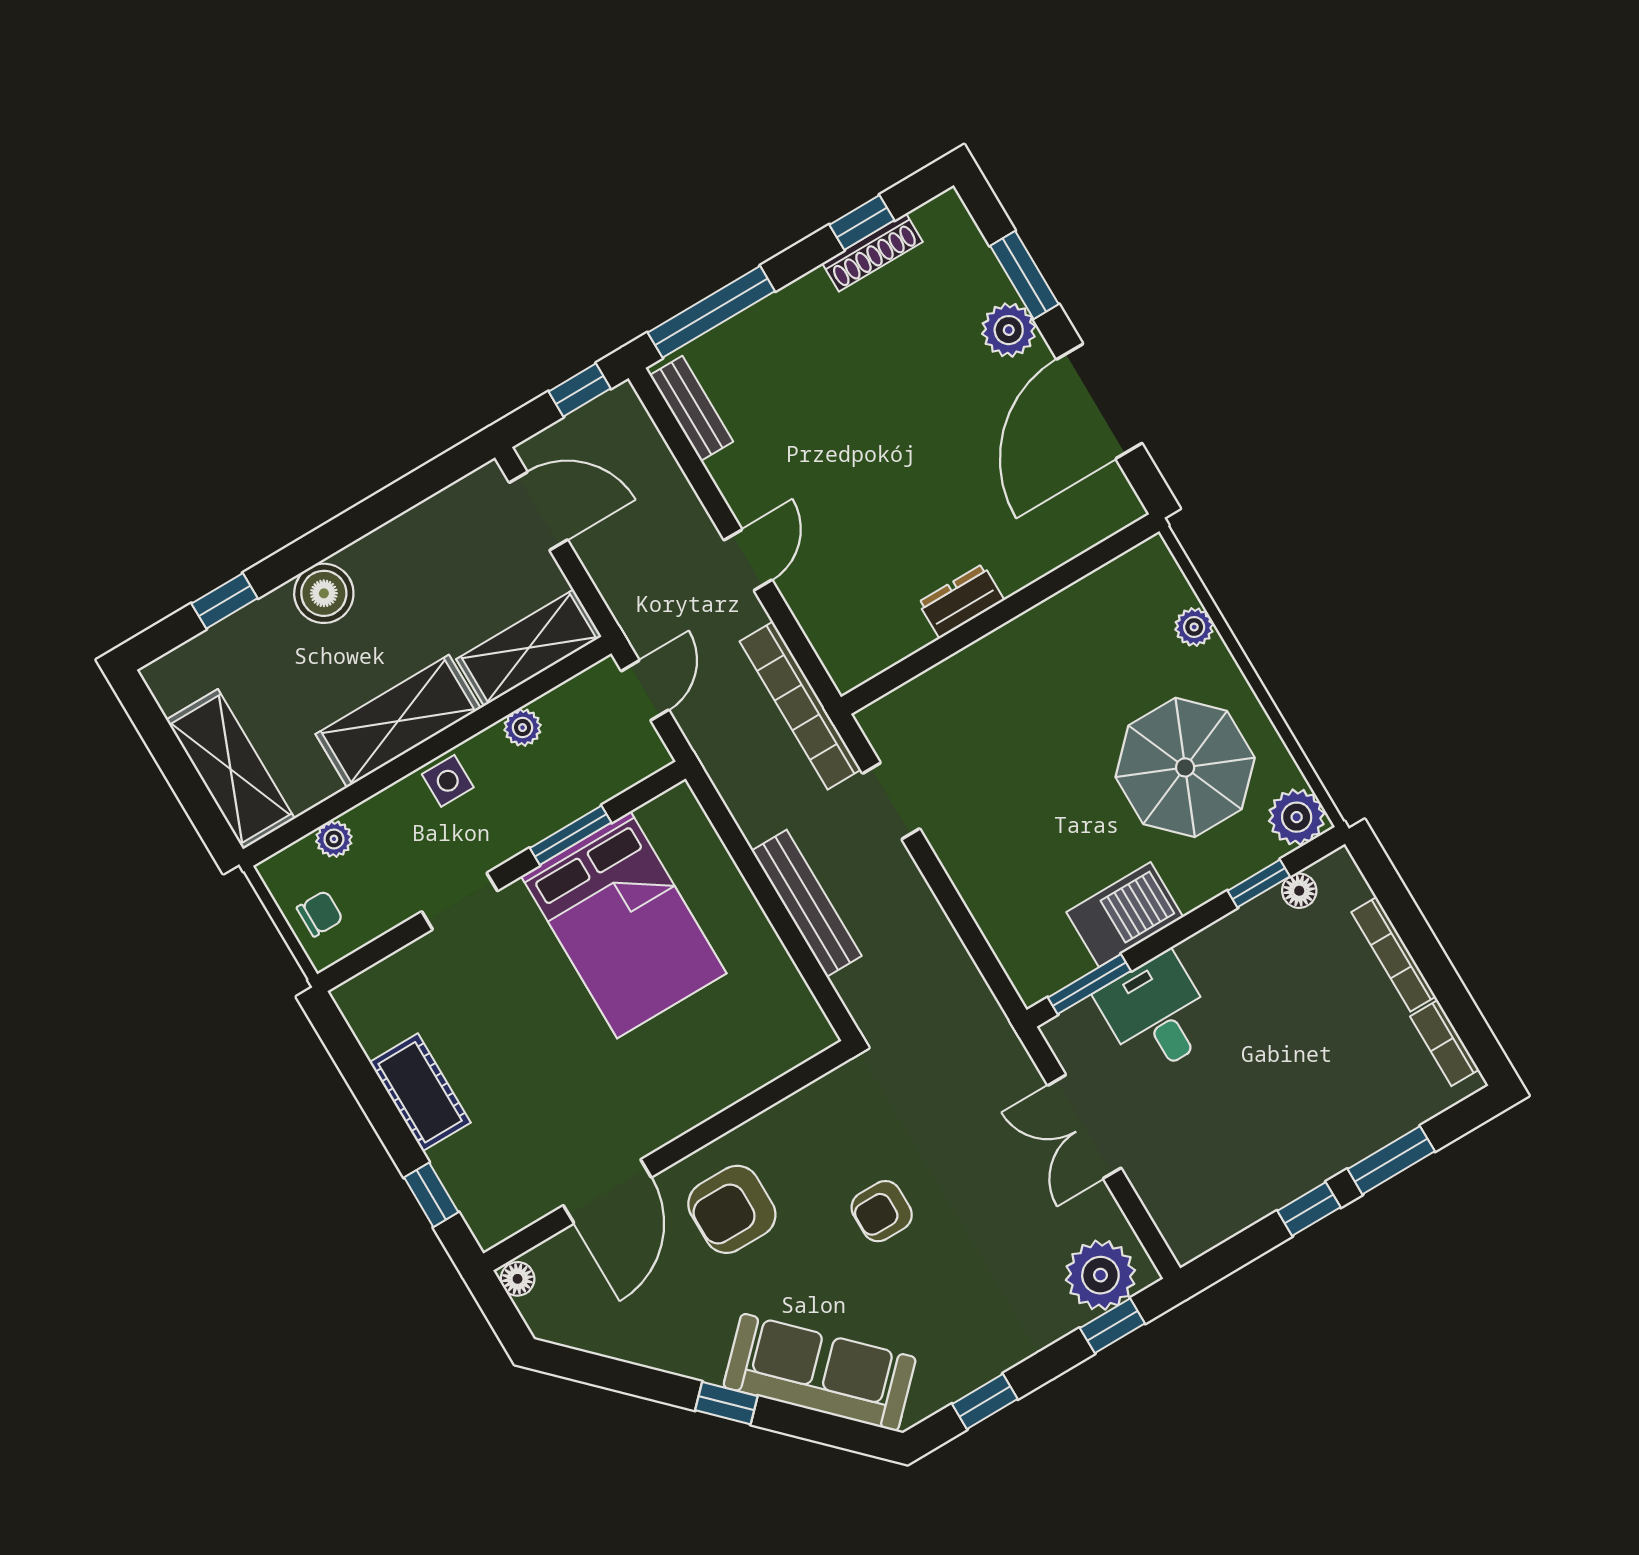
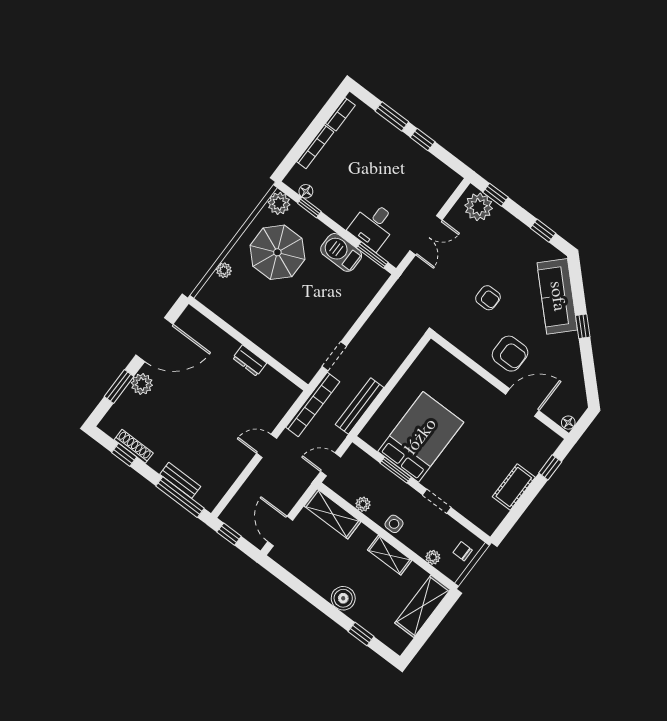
bench: (691, 408) -> (180, 480), moved, turned 90
shelving: (398, 721) -> (390, 555), width x0.67, depth x0.75
bench: (807, 903) -> (360, 406), moved

